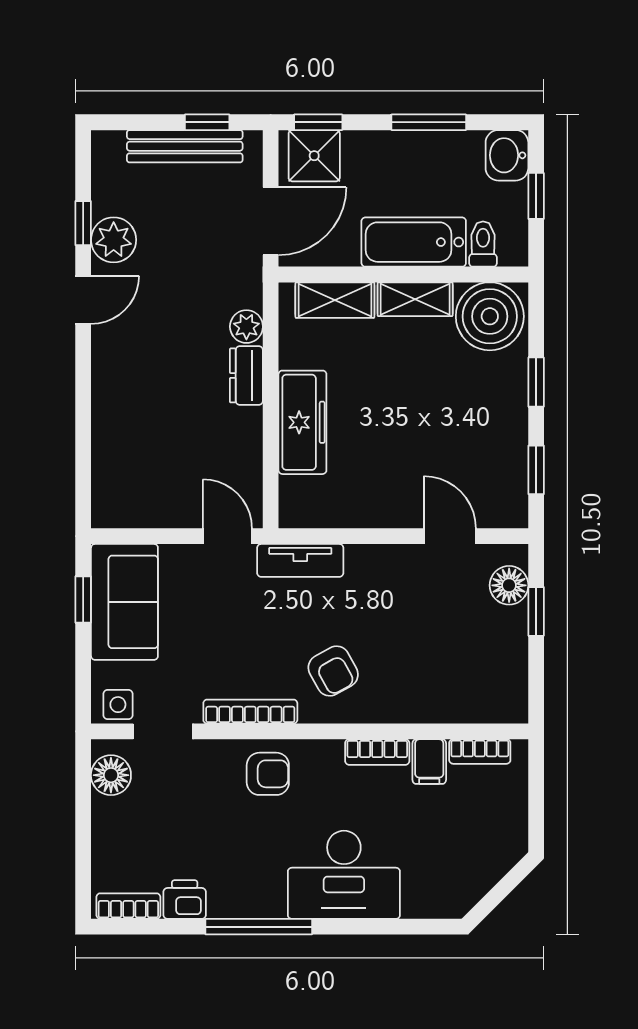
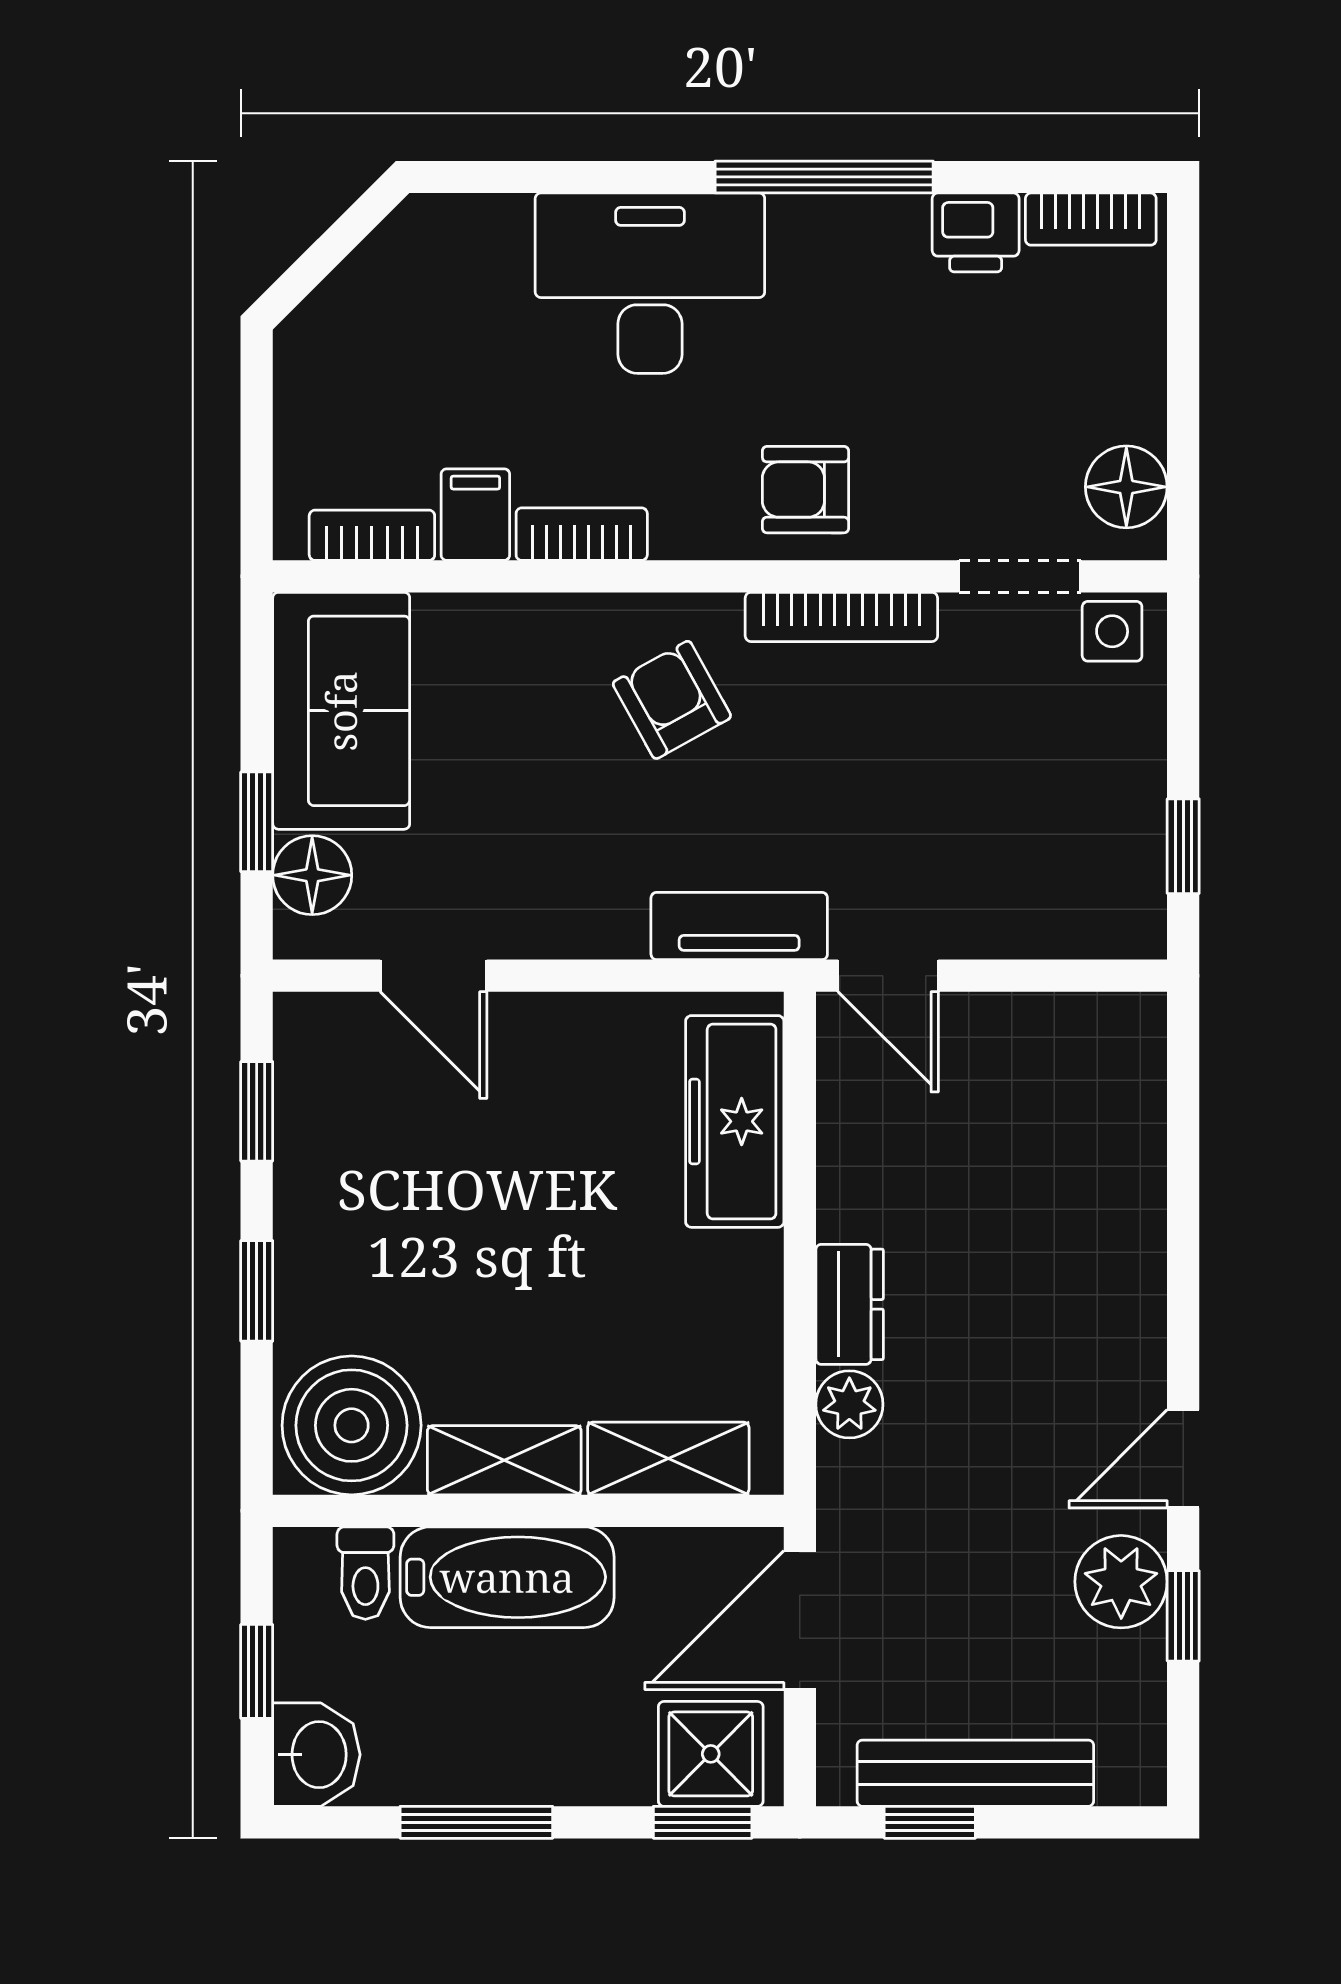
freezer: (302, 422) -> (735, 1121), moved
sofa: (124, 602) -> (341, 711), moved, turned 180

